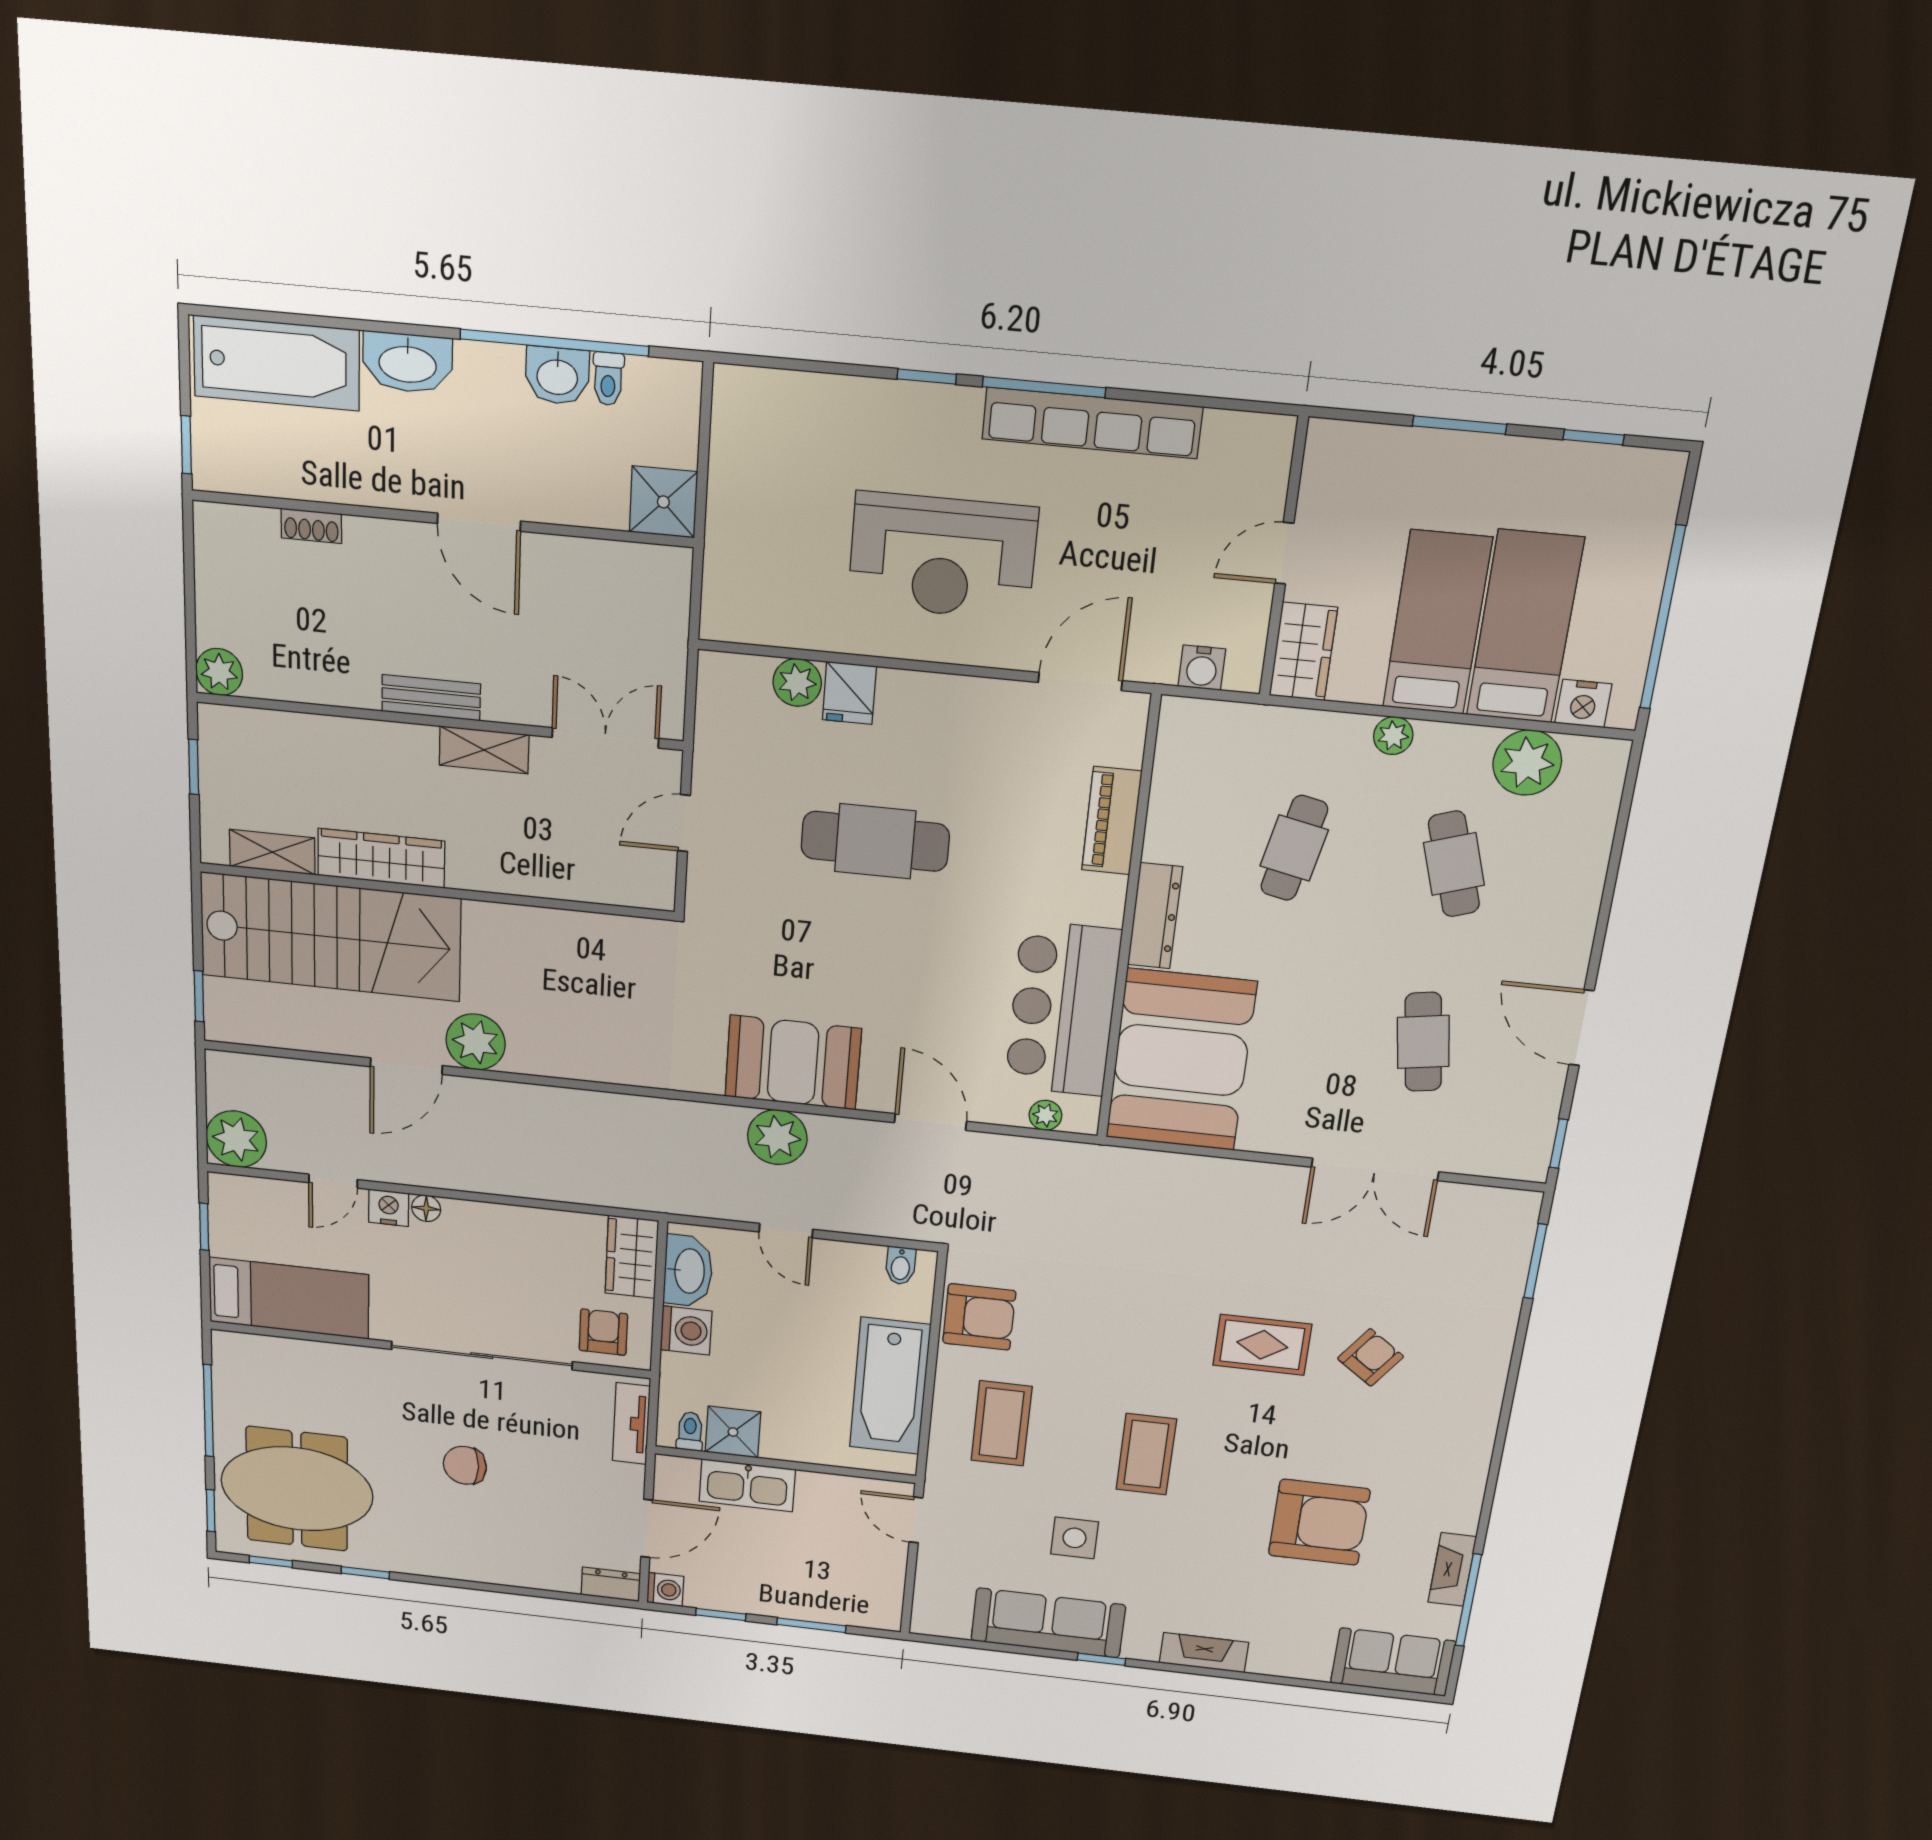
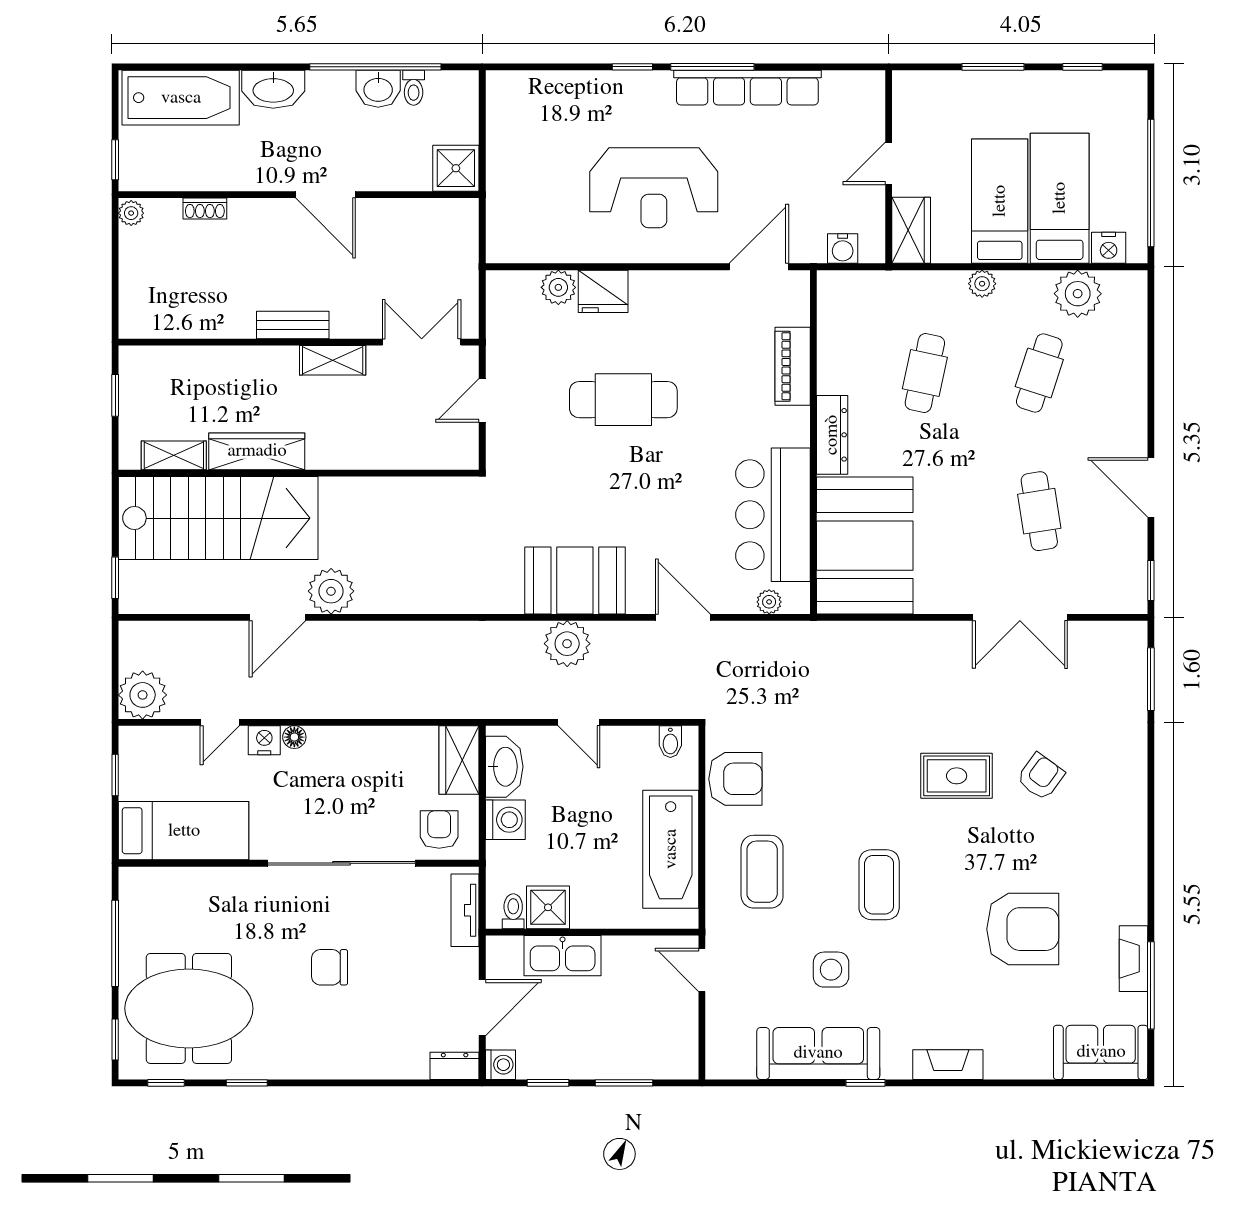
plant: (219, 672) -> (131, 213), moved, width x0.73, depth x0.73
fridge: (849, 693) -> (603, 291), width x1.38
cafe table: (1454, 864) -> (1039, 373), turned 36

